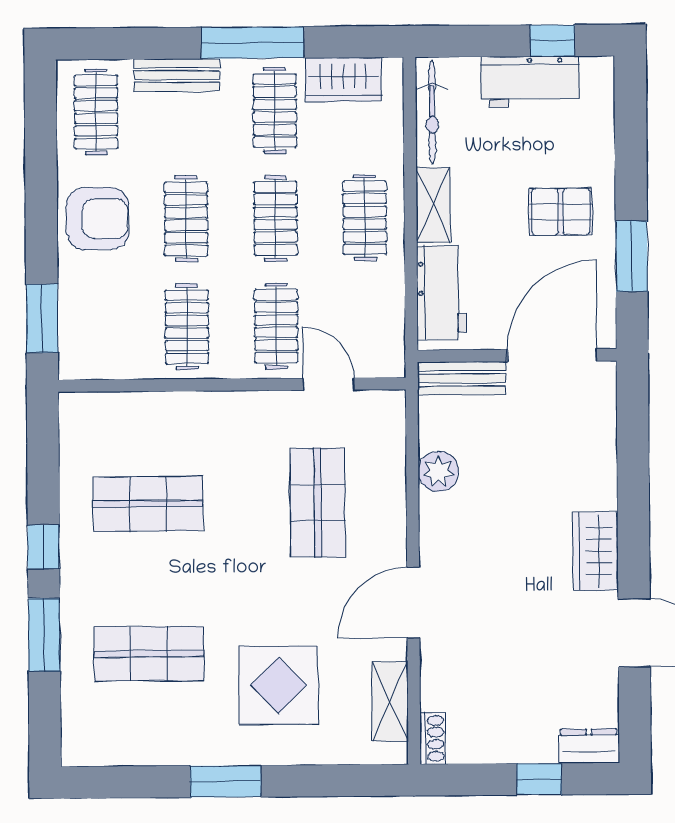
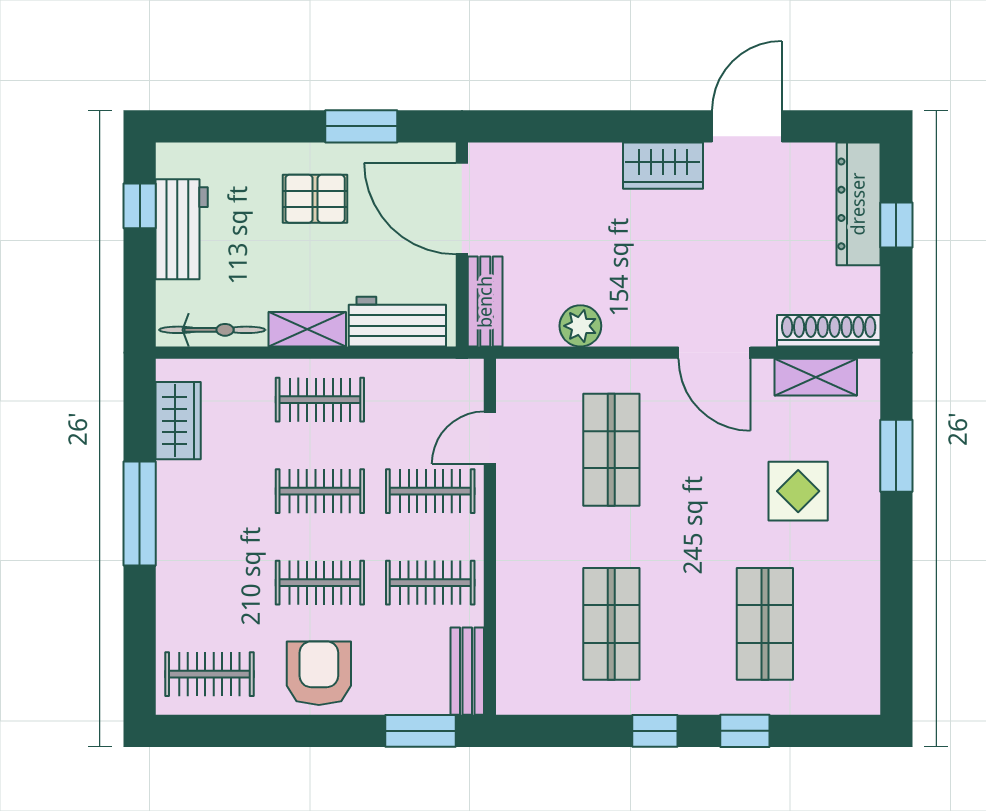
bench: (177, 75) -> (467, 671), moved
clothes rail: (275, 111) -> (209, 491), removed
pallet: (561, 212) -> (315, 199), turned 90
shop shelf: (318, 503) -> (611, 450), turned 90
window: (44, 635) -> (745, 731), width x0.67
display table: (279, 685) -> (798, 491), width x0.73, depth x0.73
shoe rack: (433, 738) -> (829, 331), width x1.94, depth x1.24
dresser: (589, 746) -> (858, 204), width x1.96, depth x1.24
window: (226, 781) -> (896, 456), moved

